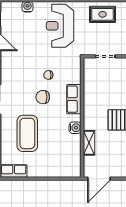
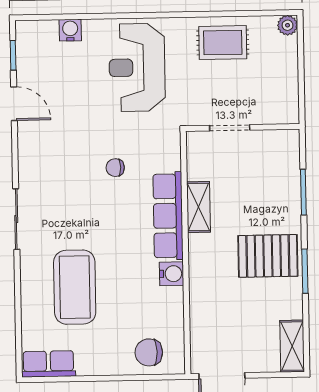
chair: (43, 97) -> (149, 352), moved
row of seats: (74, 99) -> (168, 216), width x1.48
shelving: (89, 143) -> (198, 207), moved

